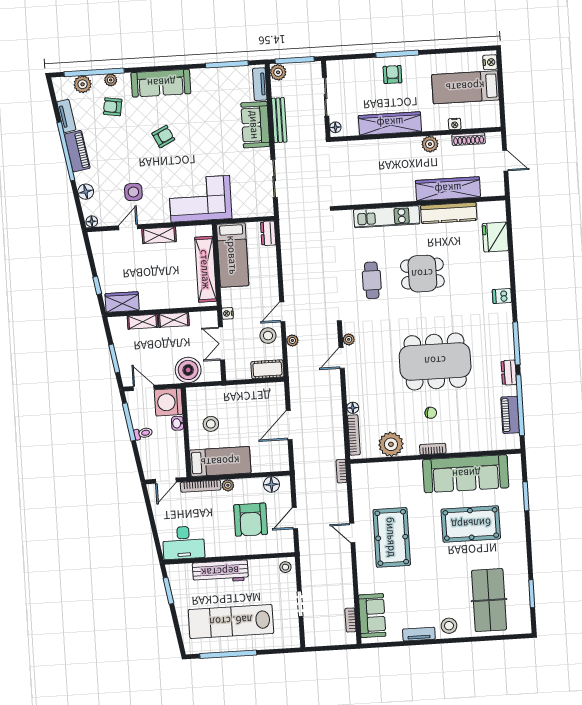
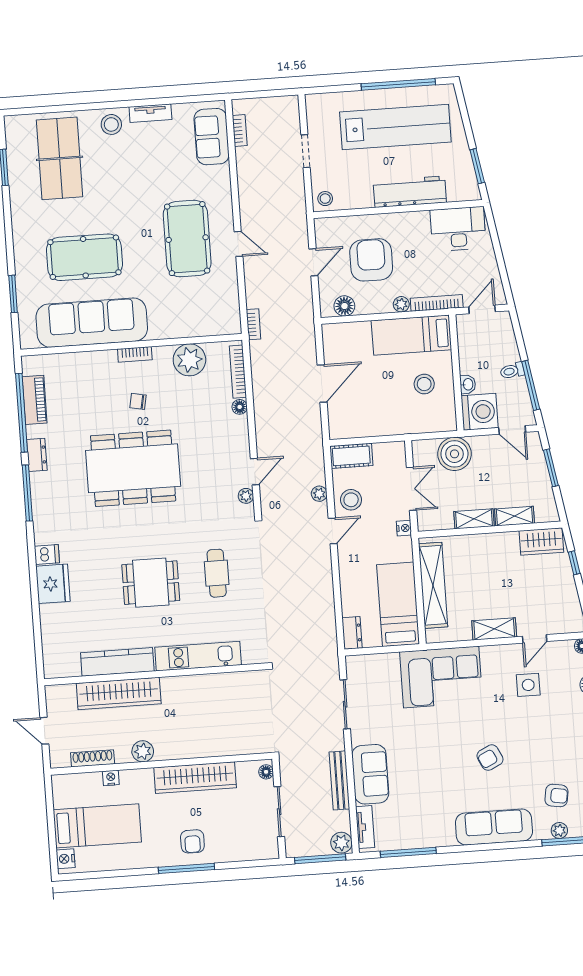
fridge: (495, 237) -> (53, 584), moved

